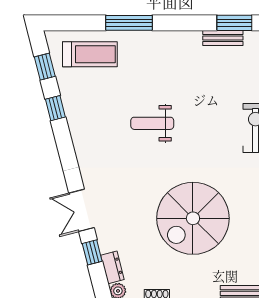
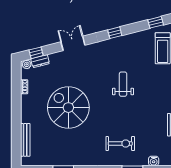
window: (55, 108) -> (115, 33), moved
window: (92, 252) -> (36, 53), moved

